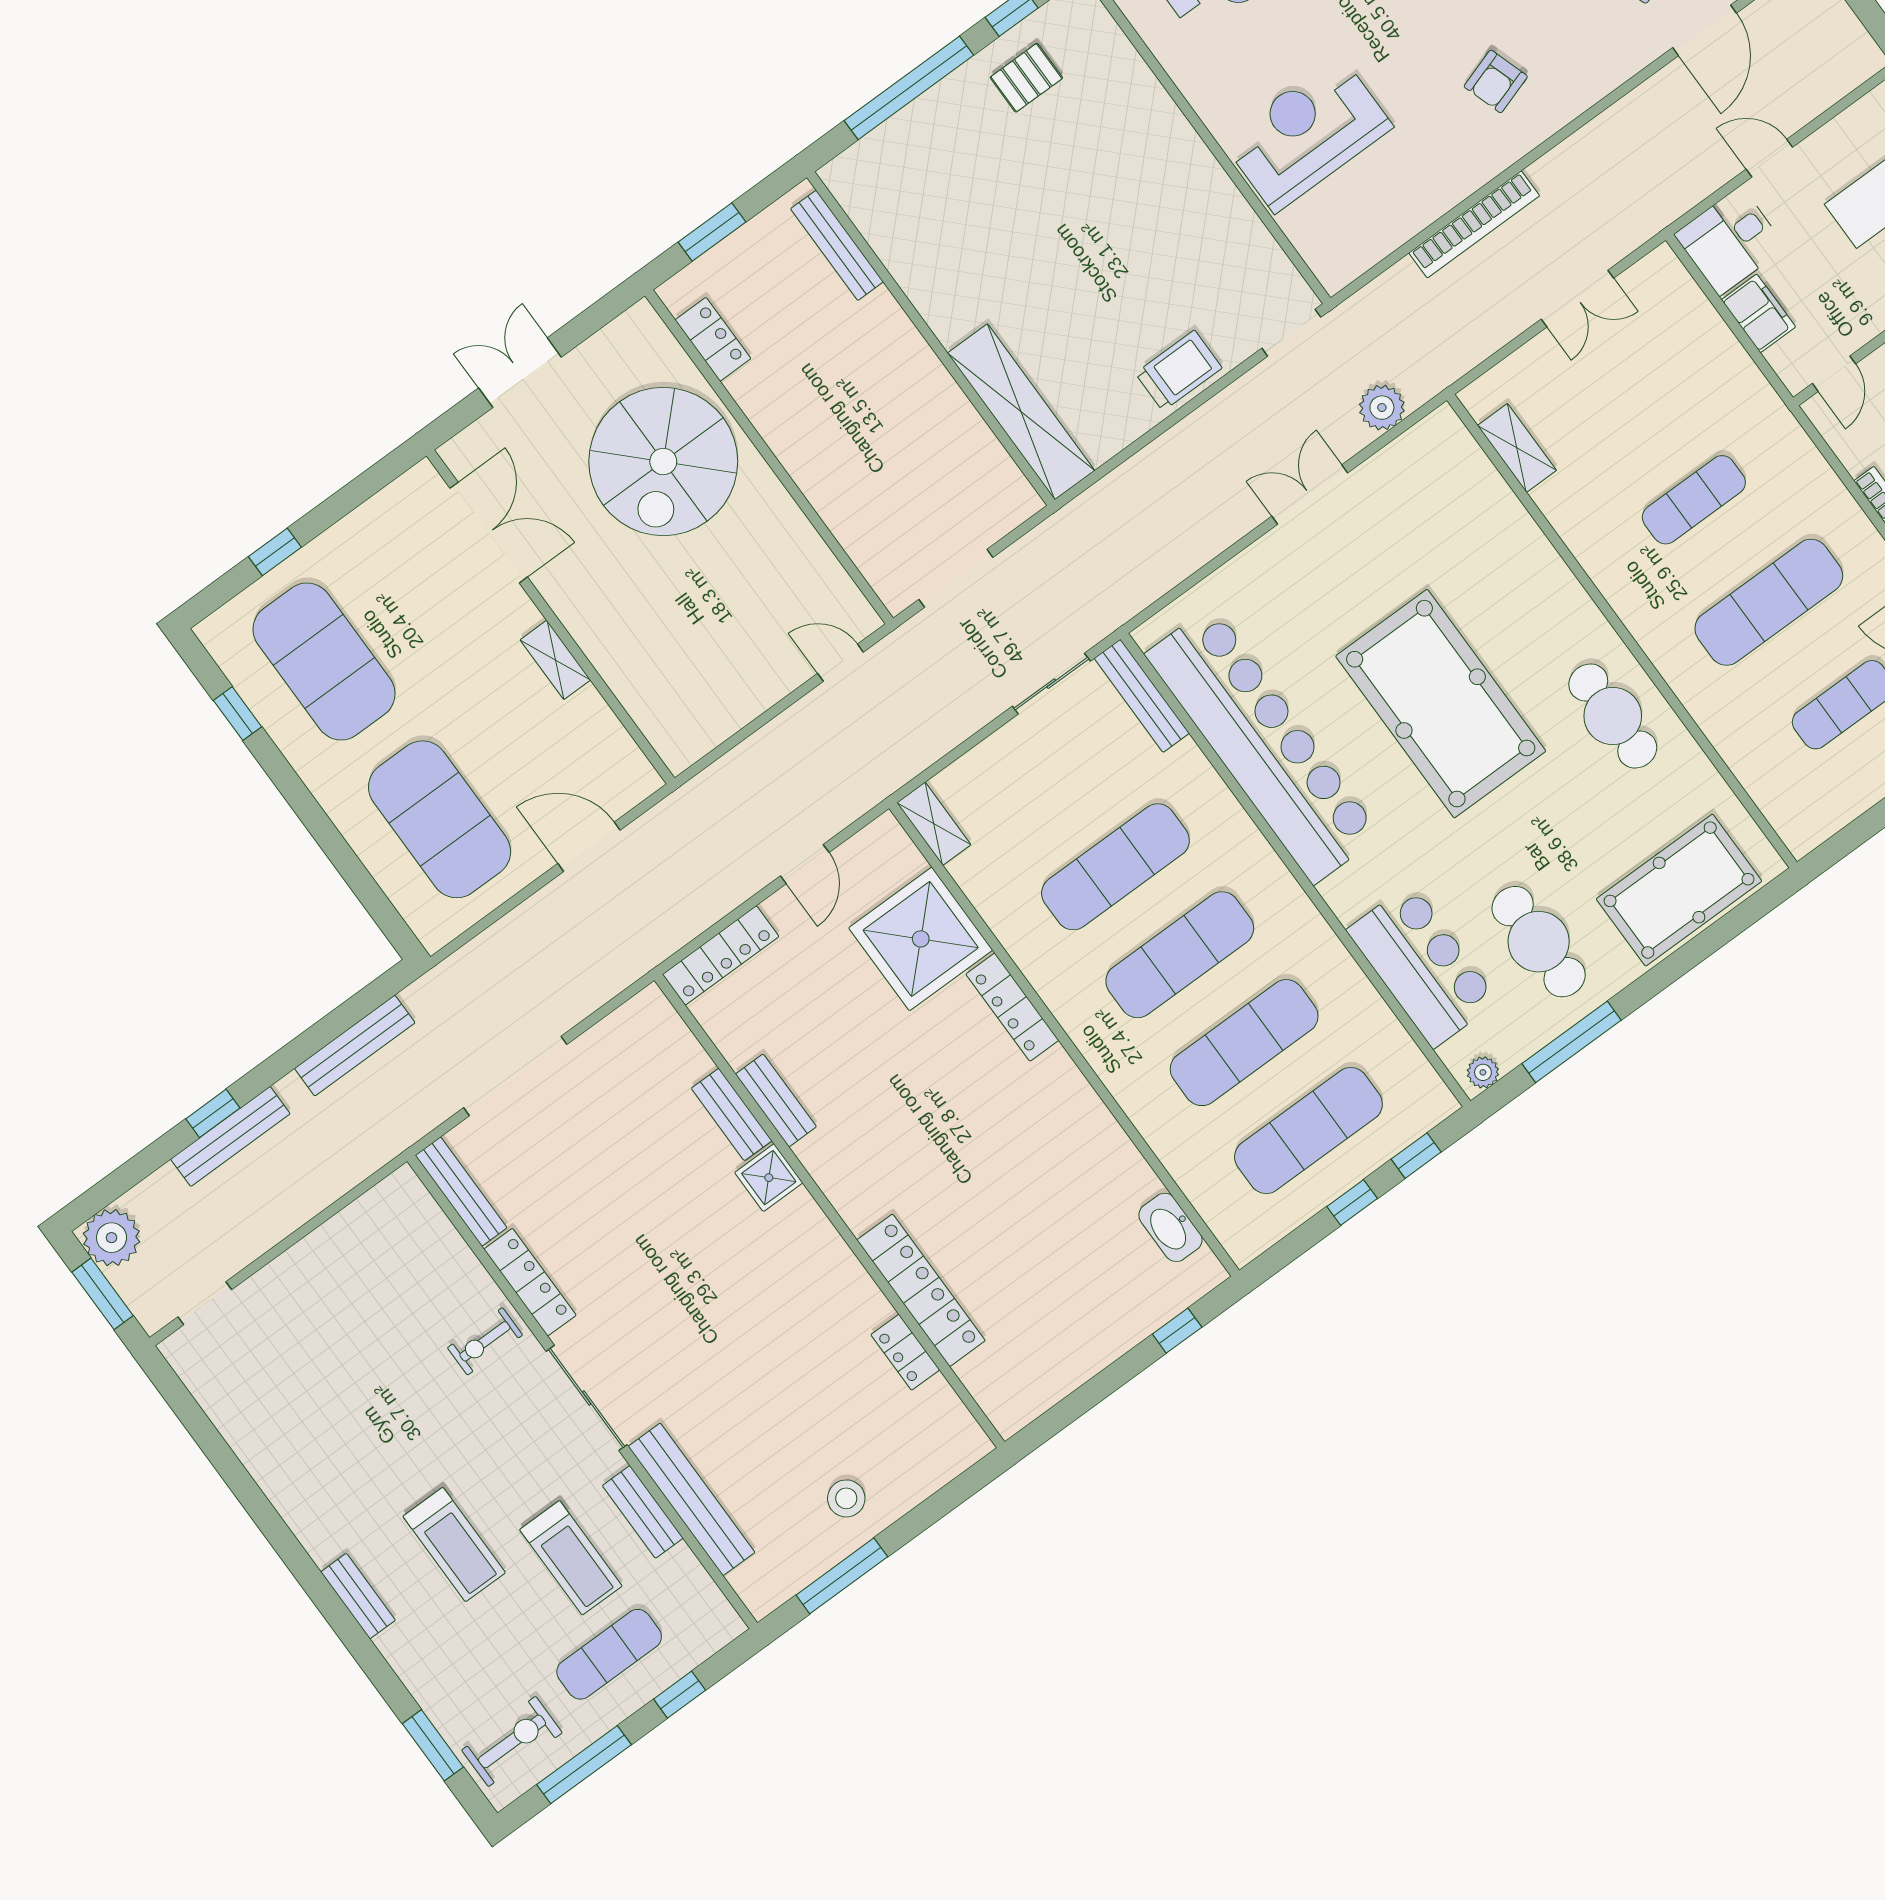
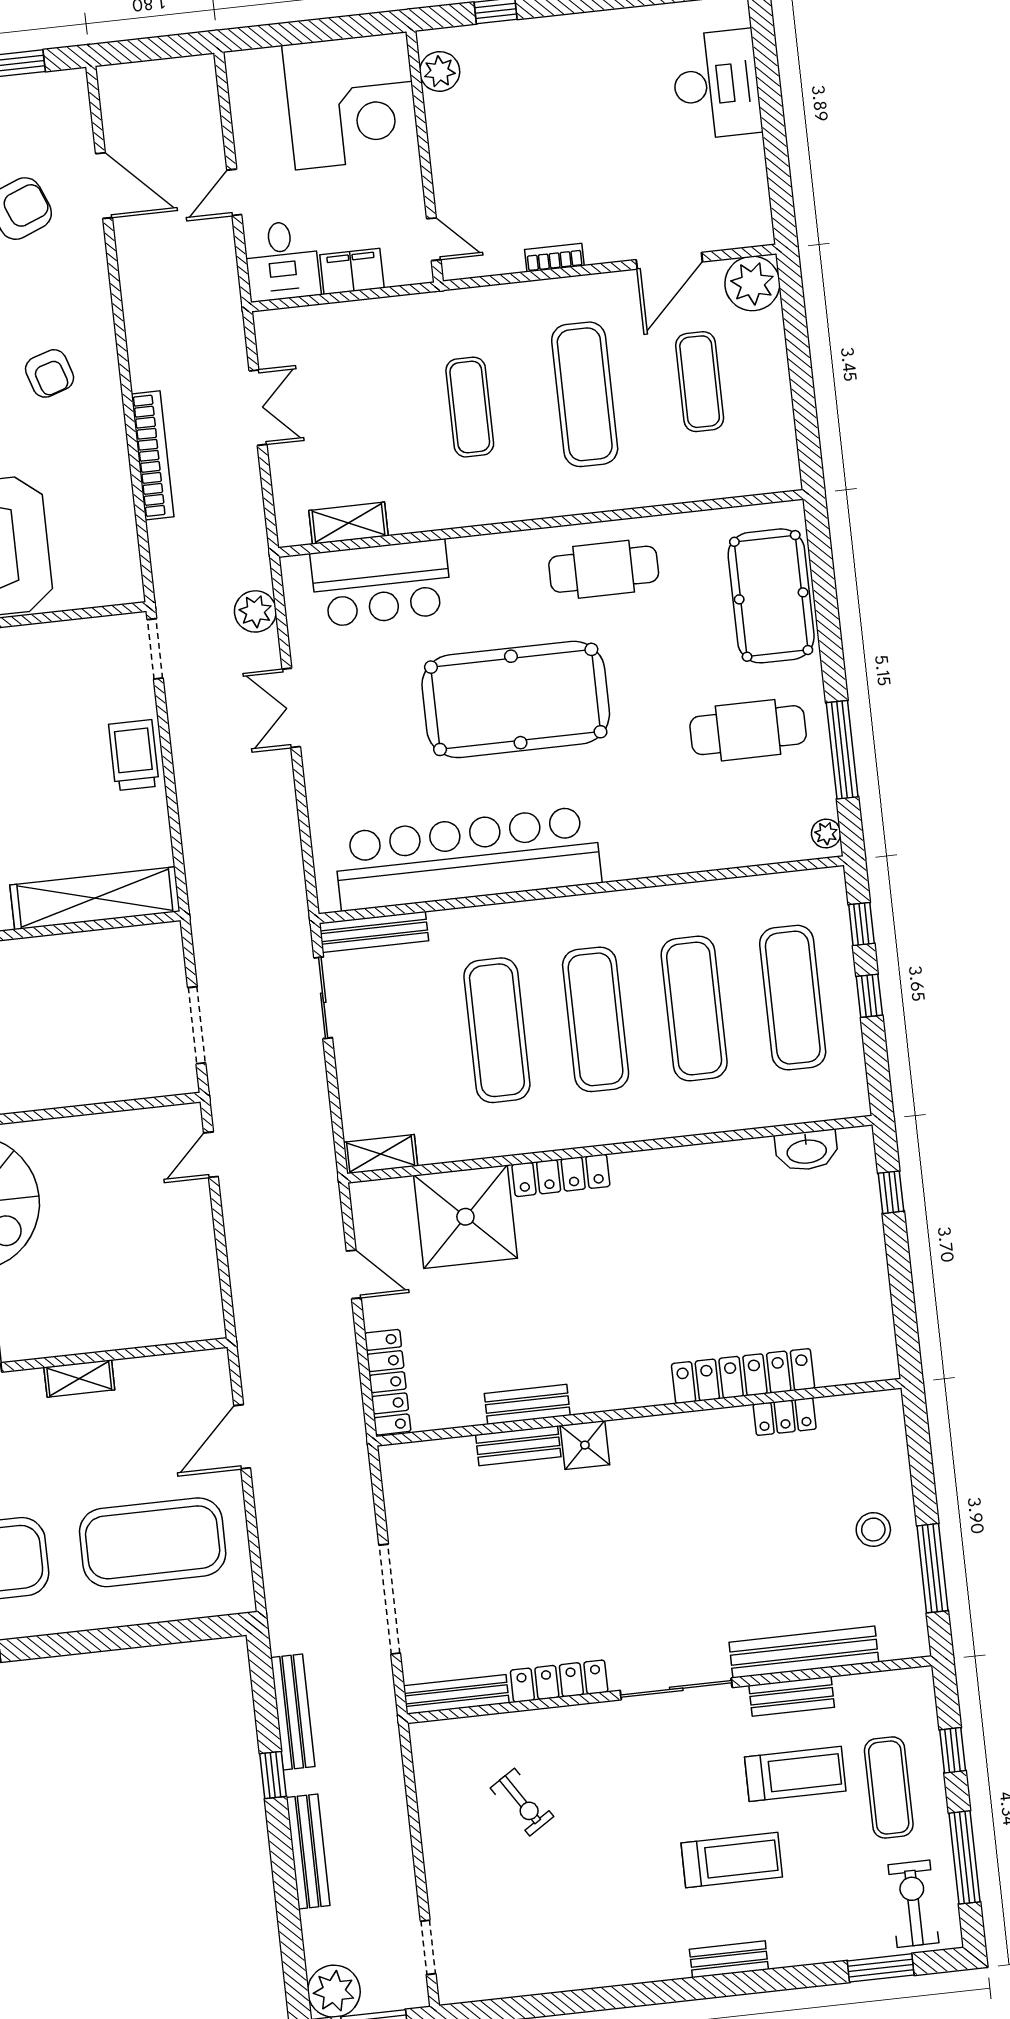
bar counter: (1422, 965) -> (381, 583), moved, turned 180
window: (213, 1113) -> (273, 1775), moved
exercise bike: (485, 1341) -> (522, 1802), moved, turned -33

